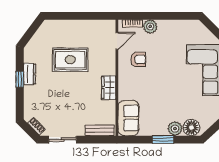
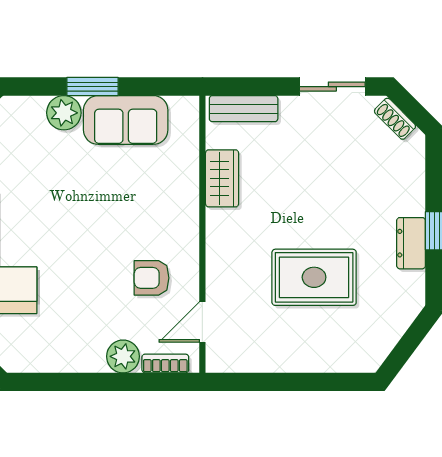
wardrobe: (109, 88) -> (222, 178), moved
sofa: (128, 118) -> (126, 120), moved, turned -90
floor lamp: (191, 128) -> (25, 115), removed

